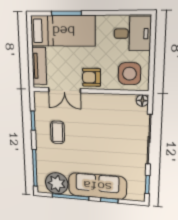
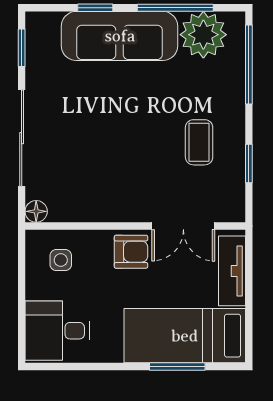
side table: (129, 74) -> (61, 260), width x0.54, depth x0.54
double door: (64, 90) -> (183, 226), swing flipped

